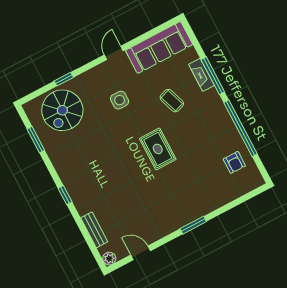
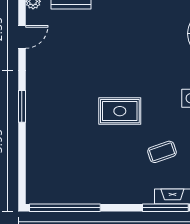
window: (240, 128) -> (65, 208), moved
armchair: (234, 162) -> (64, 183), removed

